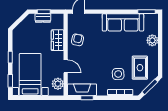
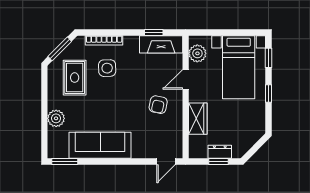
armchair: (77, 40) -> (158, 105), moved
door: (66, 66) -> (186, 79), hinge flipped

